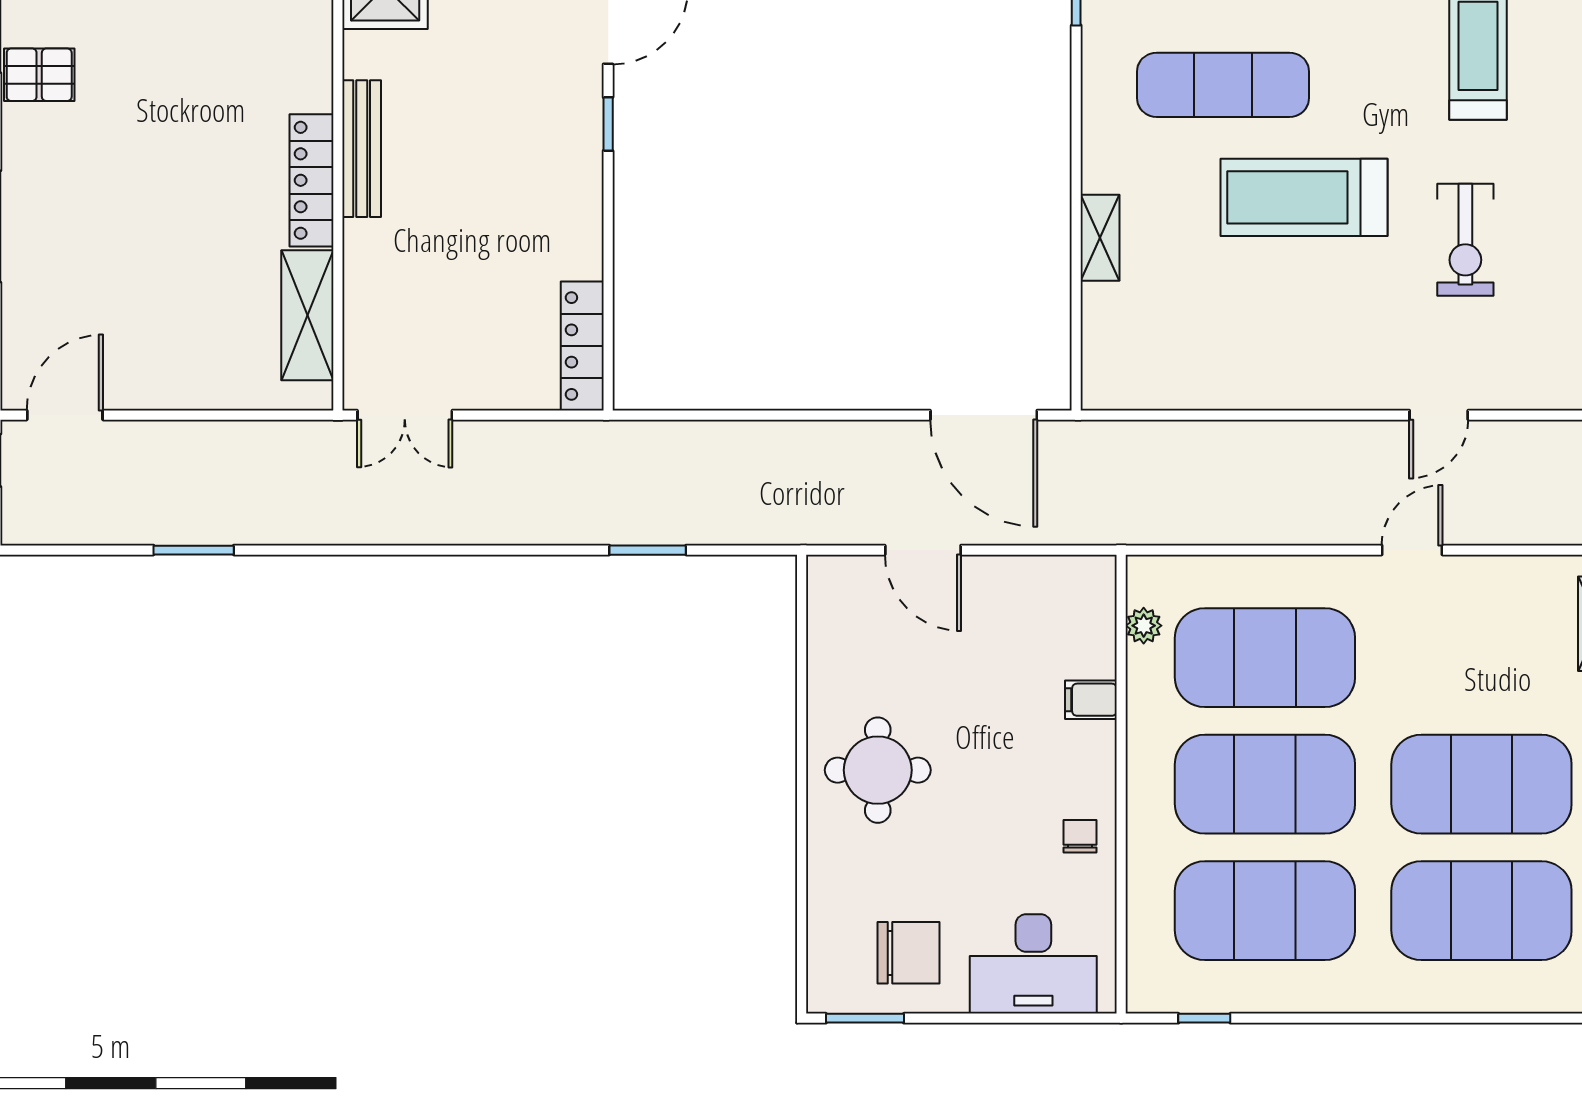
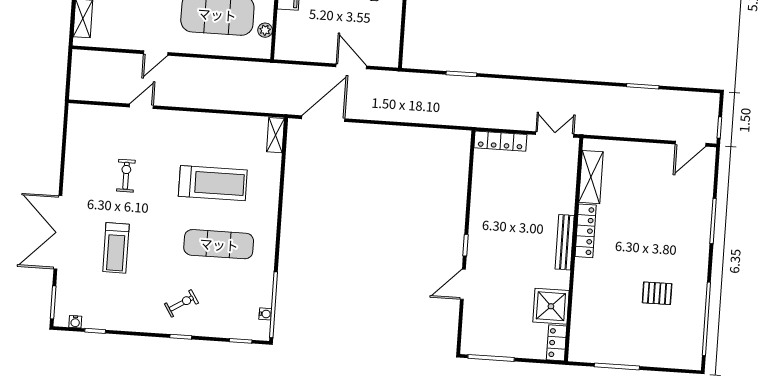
pallet: (39, 75) -> (657, 293), moved
treadmill: (1304, 197) -> (213, 183), moved
shelving: (1100, 238) -> (275, 135), moved
exercise bike: (1465, 240) -> (126, 176), width x0.73, depth x0.72
locker: (582, 346) -> (500, 141), moved, turned 90
door: (984, 415) -> (323, 119), hinge flipped

